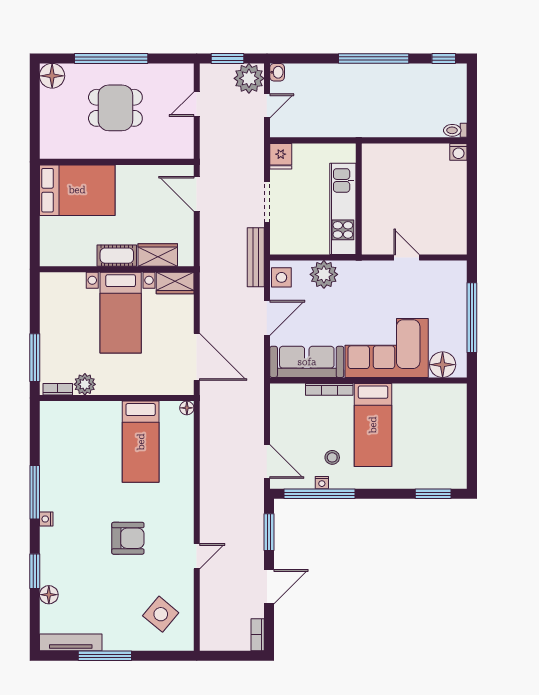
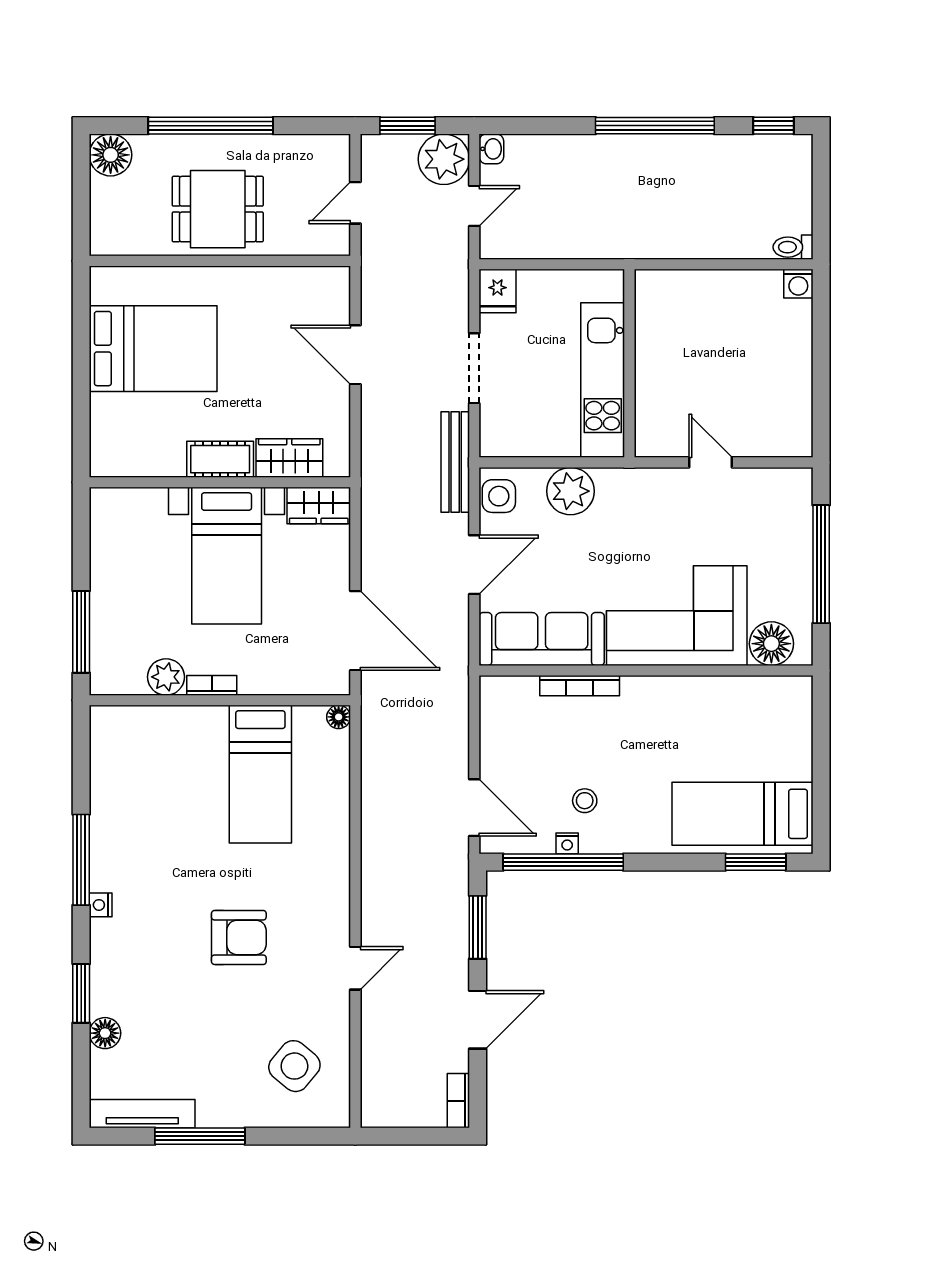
wall: (117, 162) -> (220, 261), moved
bookcase: (58, 389) -> (212, 685), moved
bed: (373, 425) -> (742, 814), moved, turned 90

